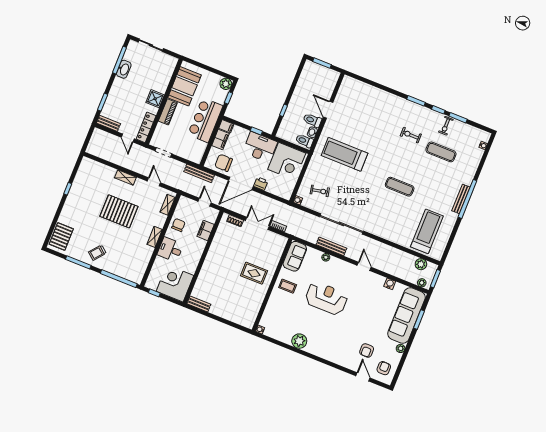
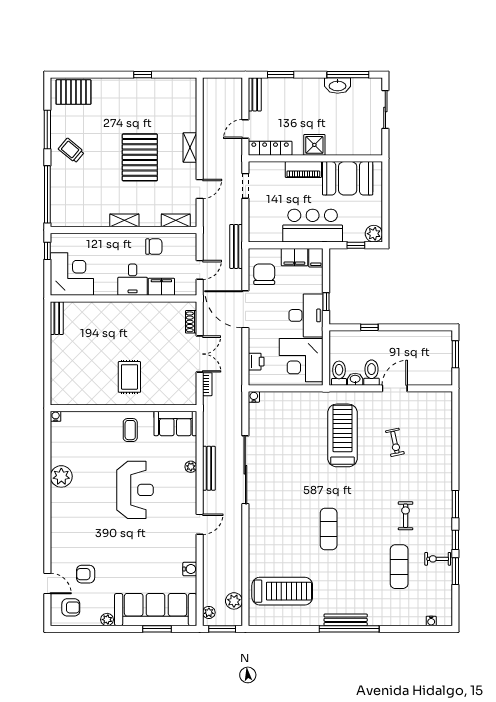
printer: (261, 184) -> (256, 362), moved
exercise bike: (320, 191) -> (395, 442), moved
desk: (170, 249) -> (133, 280), moved, turned 180
door: (363, 377) -> (47, 584), hinge flipped

